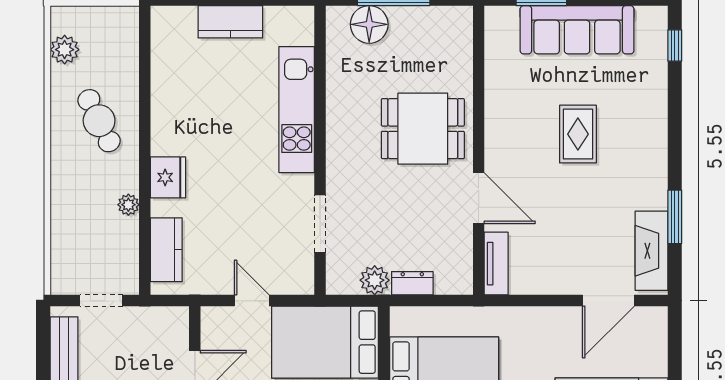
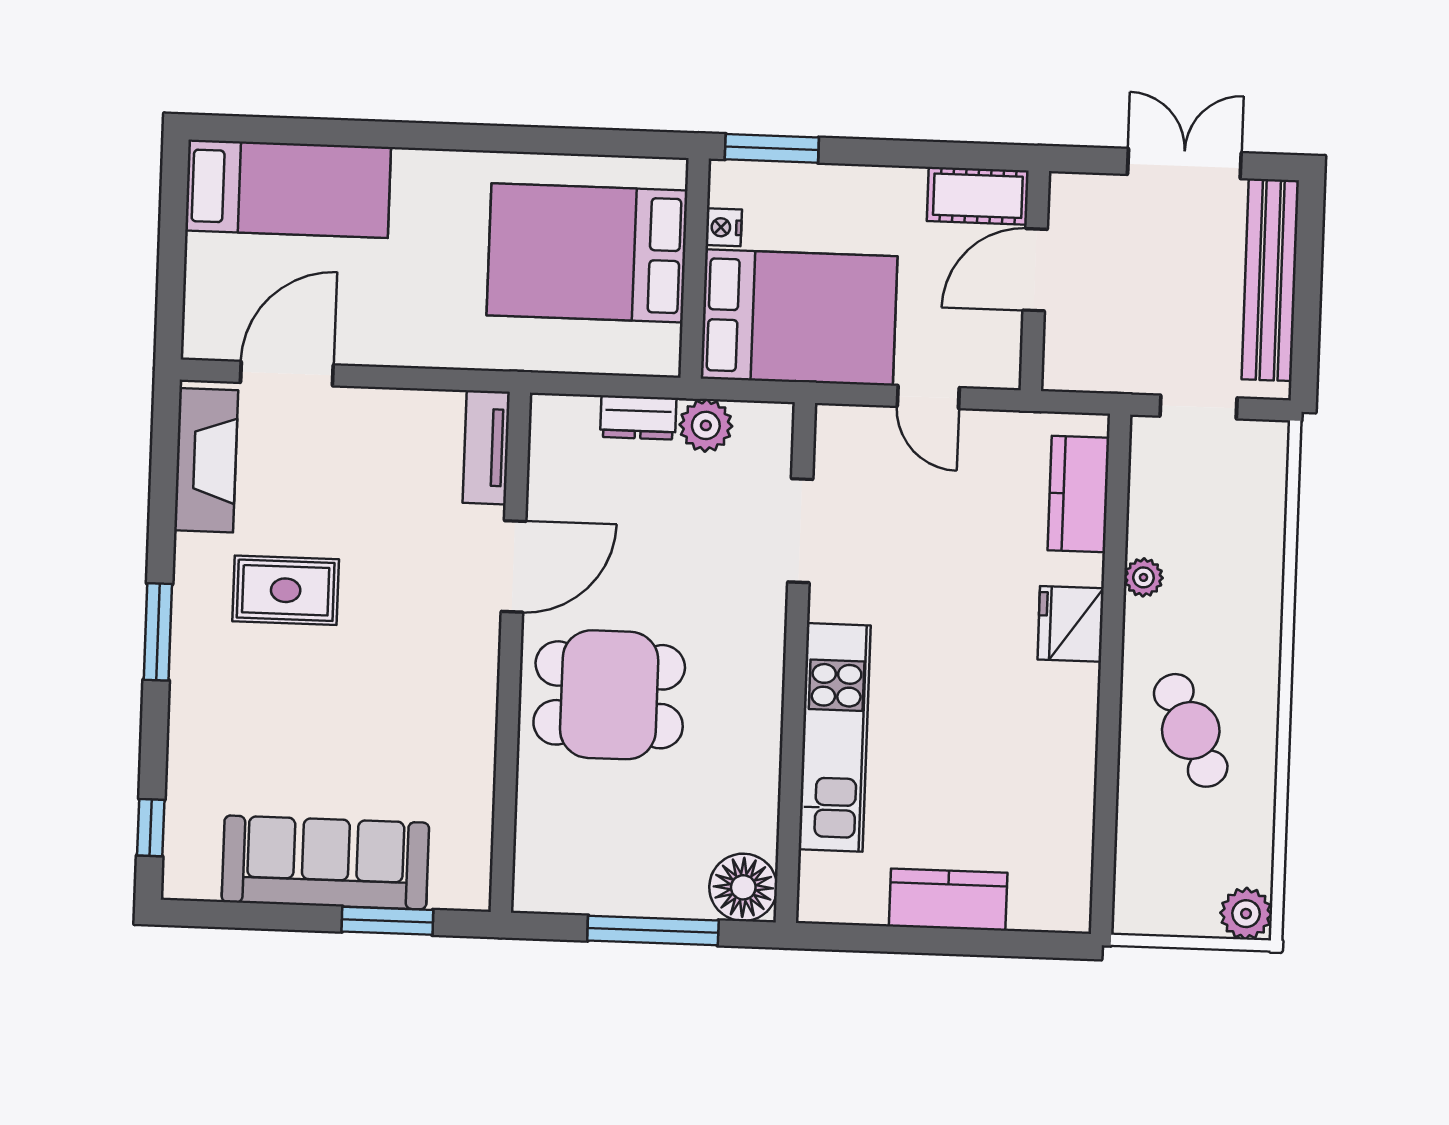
floor lamp: (369, 24) -> (743, 887), moved
plant: (65, 50) -> (1246, 914), moved
rug: (578, 134) -> (286, 590), moved, turned 90
door: (479, 198) -> (513, 566), swing flipped
window: (675, 217) -> (158, 632), moved

